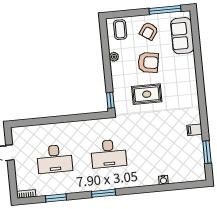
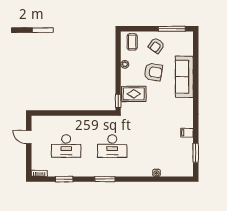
sofa: (182, 36) -> (184, 77), moved, width x1.36
rug: (147, 94) -> (134, 94), moved

